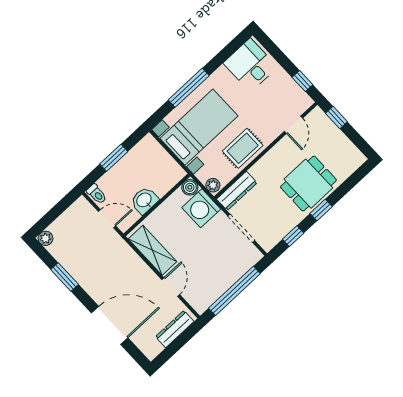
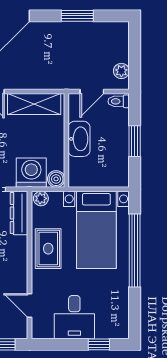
desk: (250, 65) -> (74, 317), moved, turned 90
window: (302, 81) -> (99, 344), moved
window: (189, 88) -> (135, 251), width x1.46
washbasin: (144, 200) -> (79, 139), width x1.38
plant: (45, 238) -> (121, 71), moved

